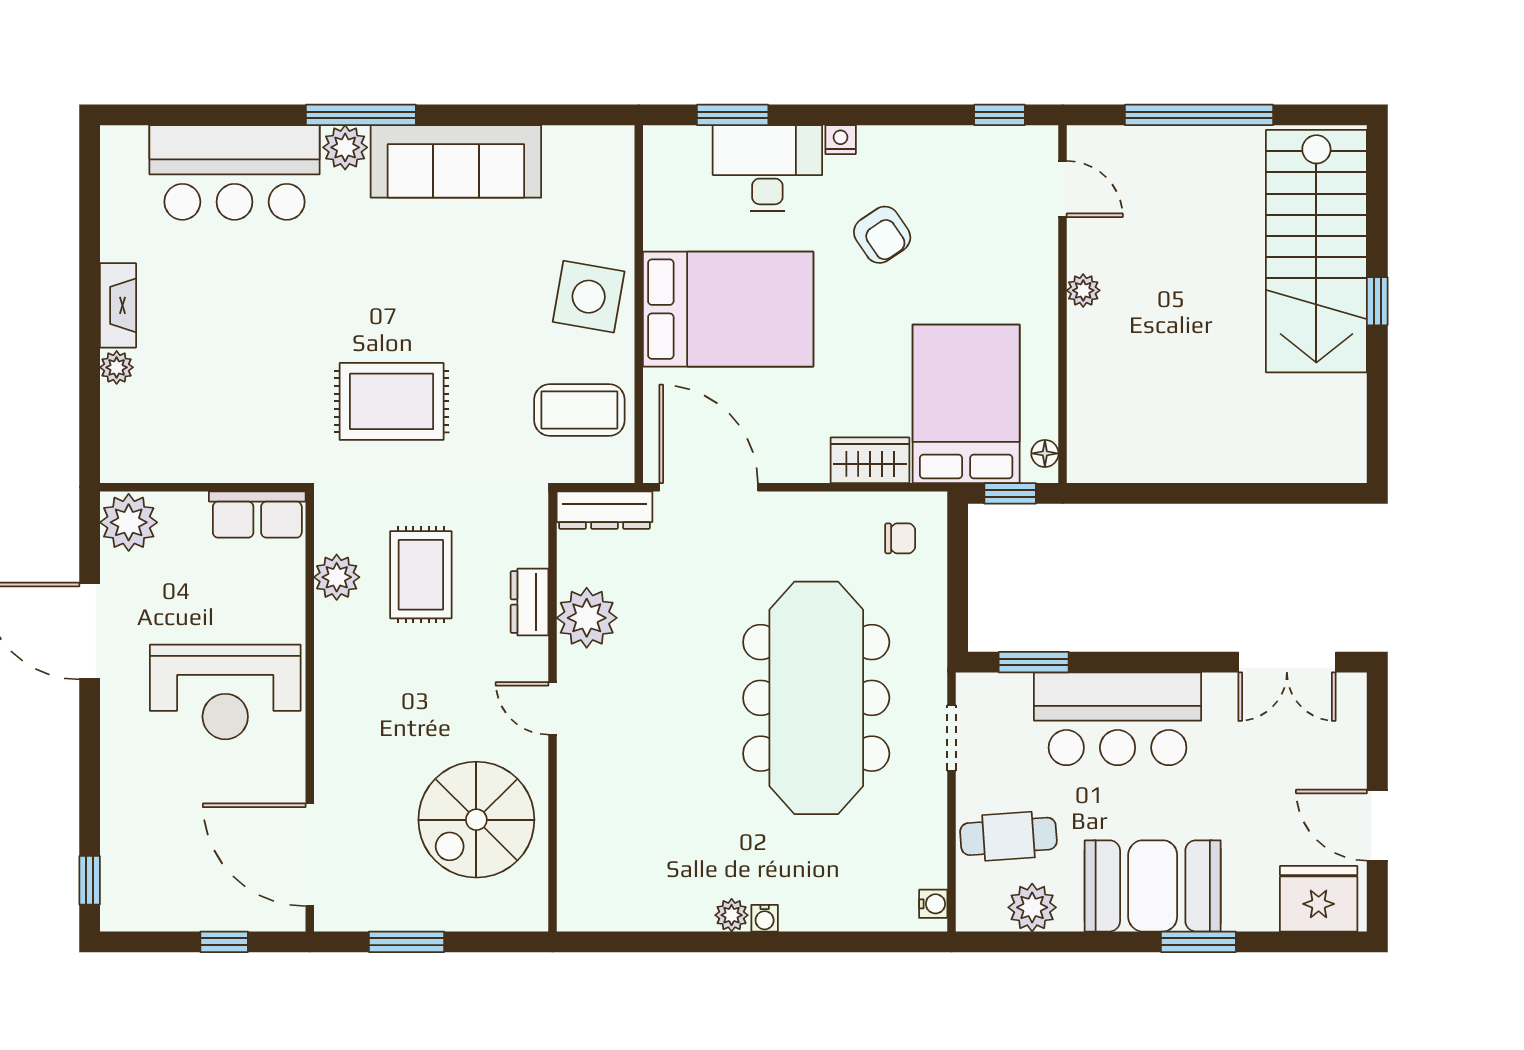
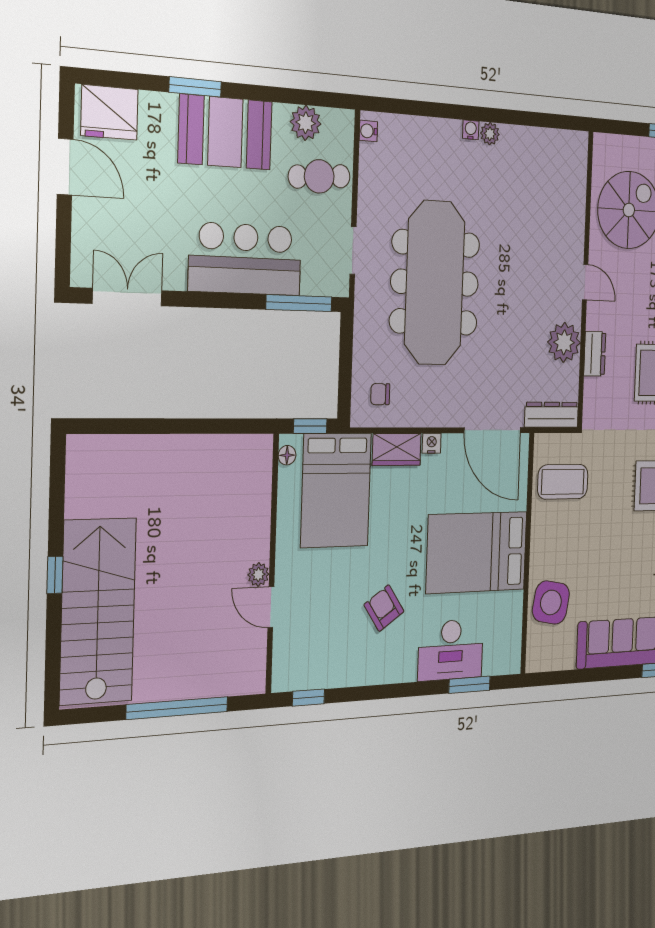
nightstand: (841, 140) -> (432, 443), moved, turned 180
door: (1063, 189) -> (271, 607), moved
side table: (589, 297) -> (551, 602), moved
window: (1034, 662) -> (299, 303), width x1.44

